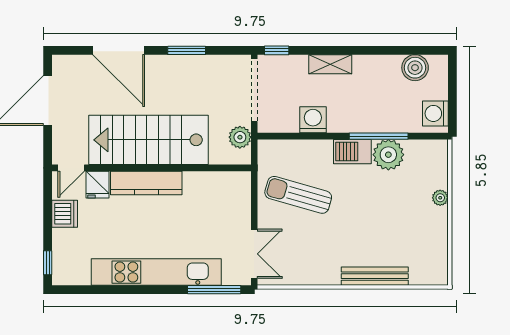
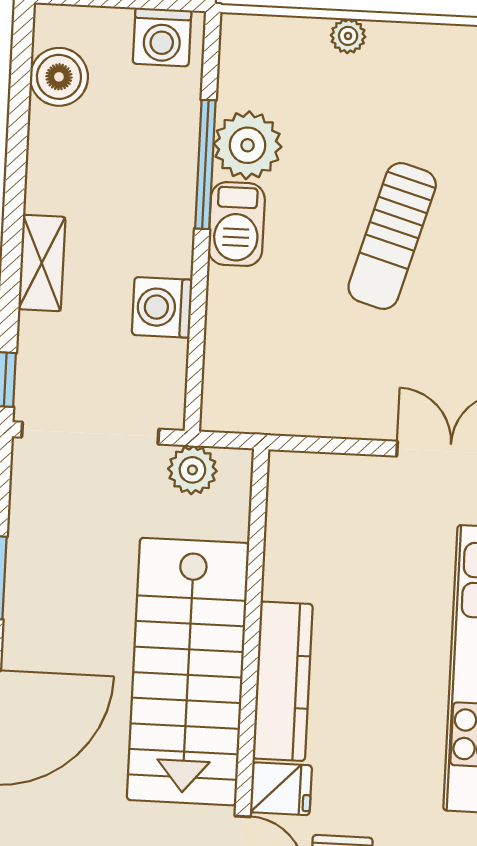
sun lounger: (298, 195) -> (392, 236), moved

